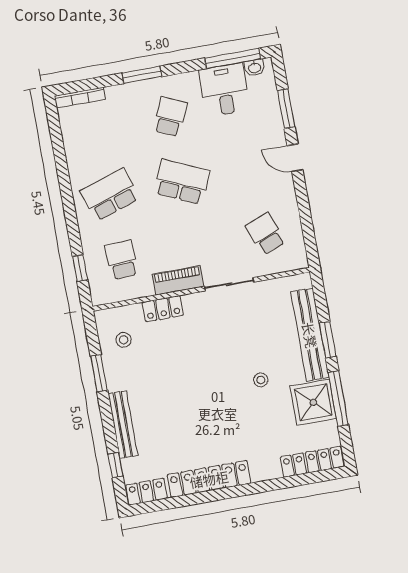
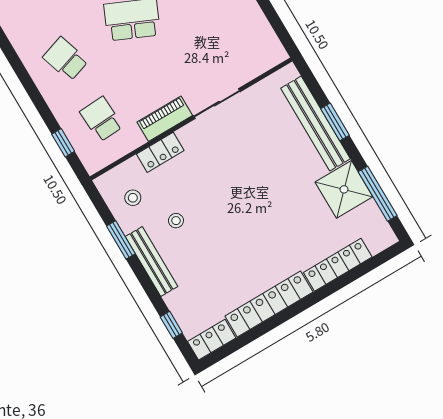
school desk: (110, 195) -> (66, 59), width x0.54
school desk: (266, 234) -> (234, 40), removed
stool: (261, 380) -> (176, 221), moved
window: (338, 399) -> (378, 194), moved
bench: (123, 425) -> (151, 262), moved
locker: (312, 462) -> (338, 265), moved

